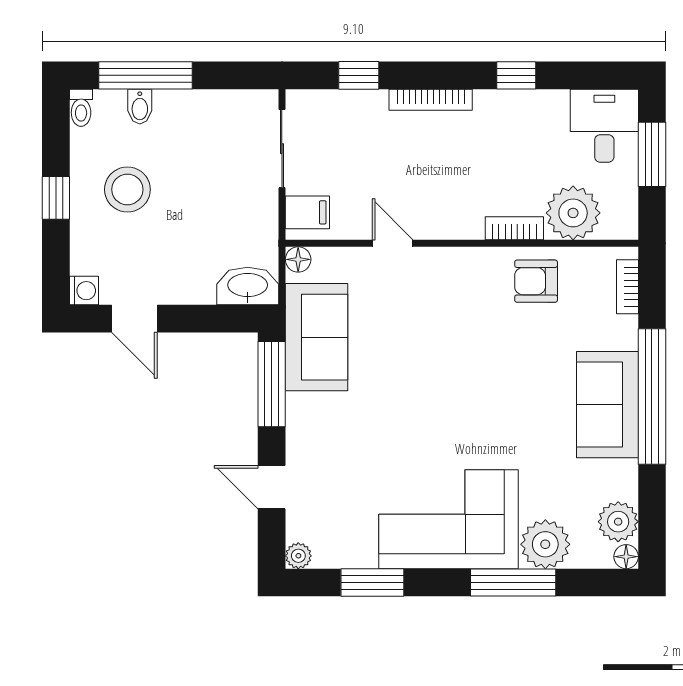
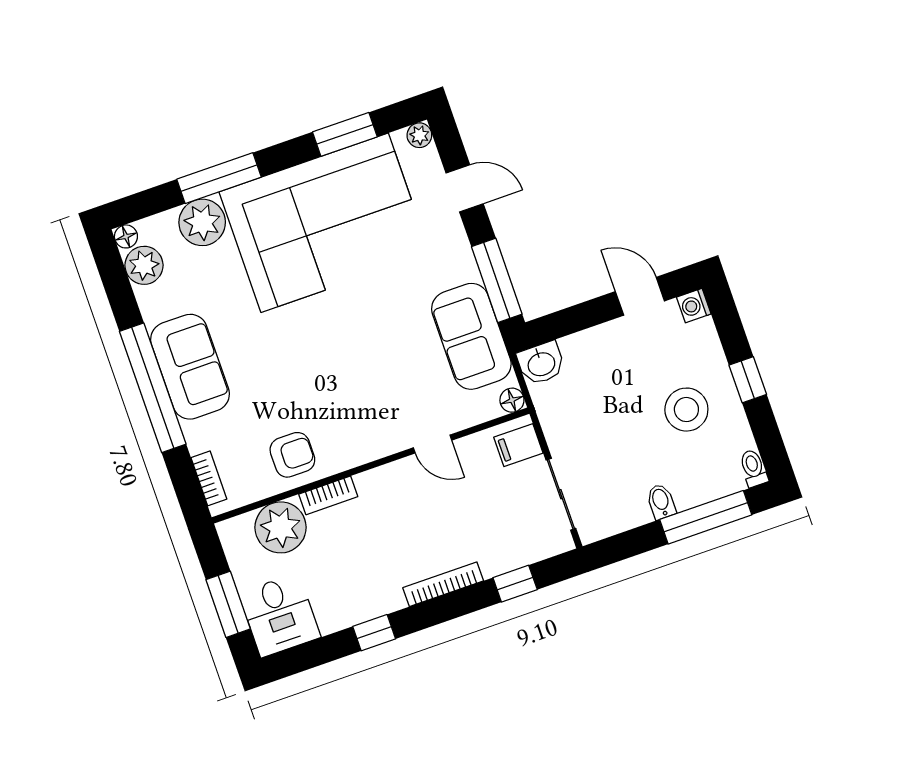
bidet: (140, 107) -> (661, 502), moved
washbasin: (248, 286) -> (541, 363), width x0.72
corner sofa: (448, 519) -> (325, 223), width x1.36, depth x1.36

